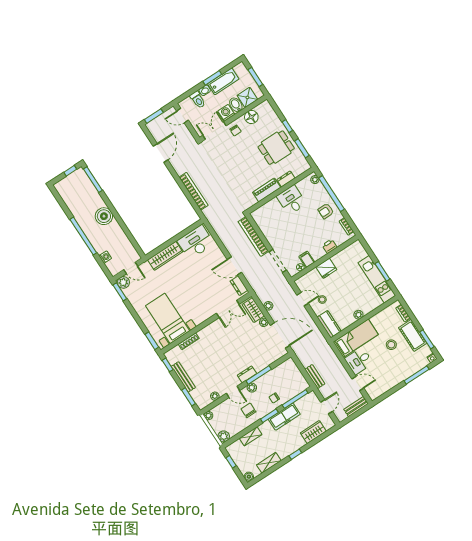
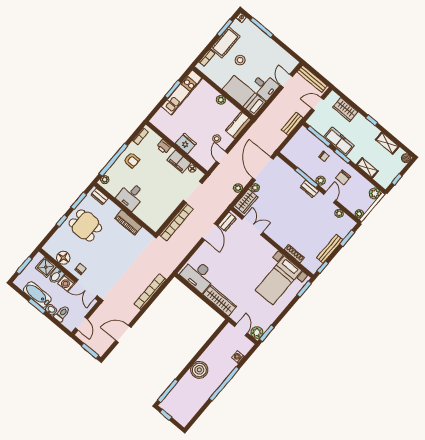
dresser: (286, 179) -> (100, 196), moved
filing cabinet: (307, 259) -> (179, 161), width x2.00
bench: (356, 407) -> (312, 79), width x1.36

